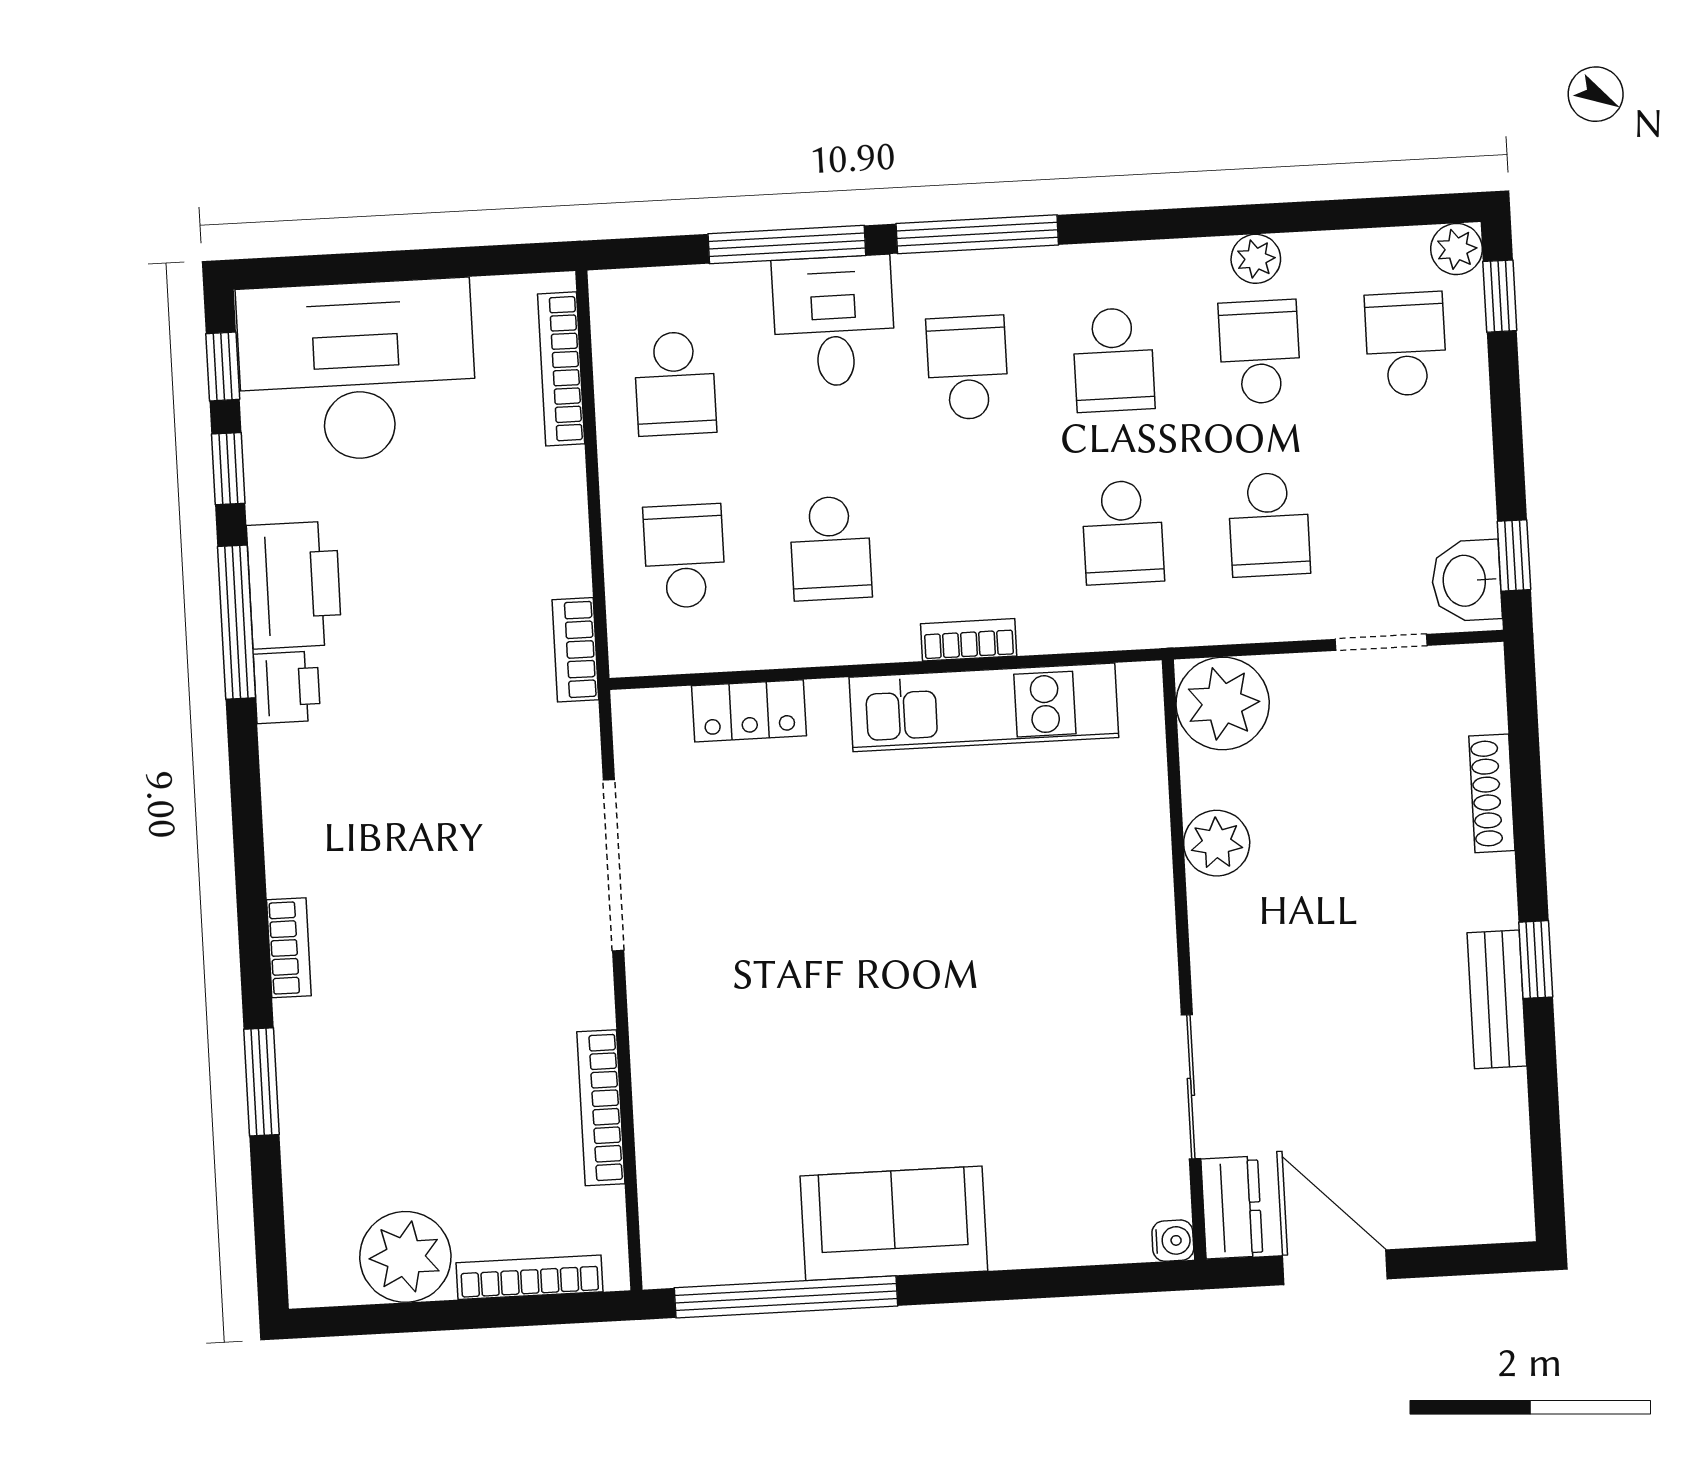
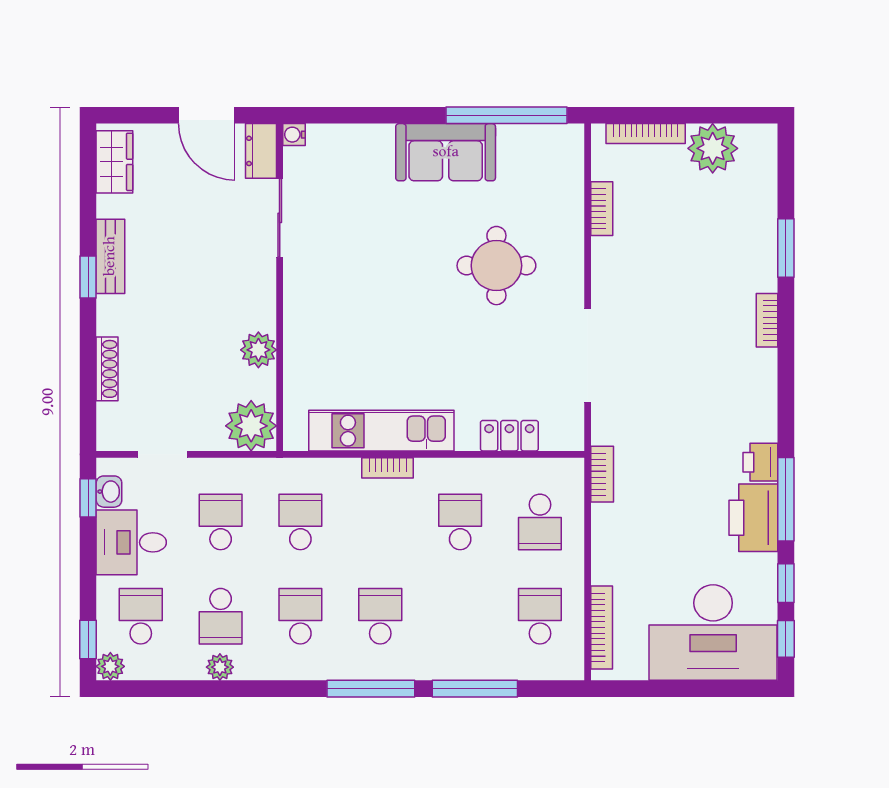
desk: (834, 321) -> (131, 542), moved, turned 90
school desk: (1406, 344) -> (141, 616), turned 180
school desk: (967, 368) -> (380, 616), turned 180
washbasin: (1466, 581) -> (109, 492), width x0.72, depth x0.69
round table: (790, 1021) -> (496, 266), added
bookcase: (601, 1108) -> (602, 209), width x0.64
wardrobe: (1499, 1173) -> (114, 162), added

